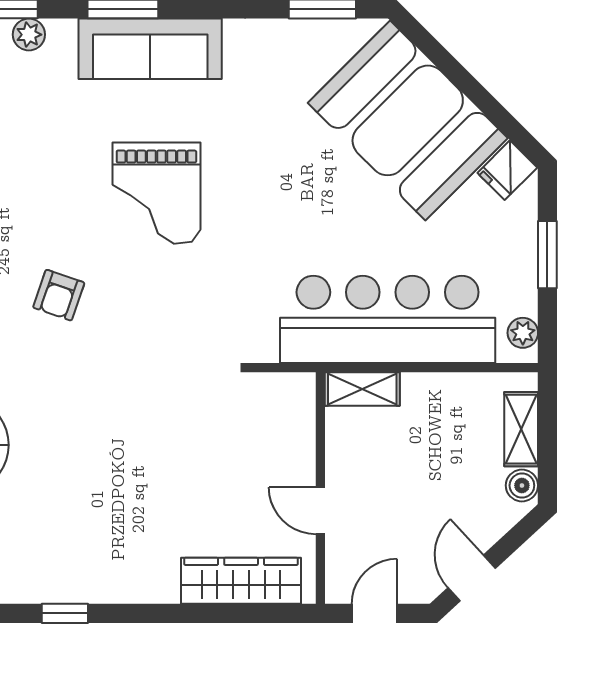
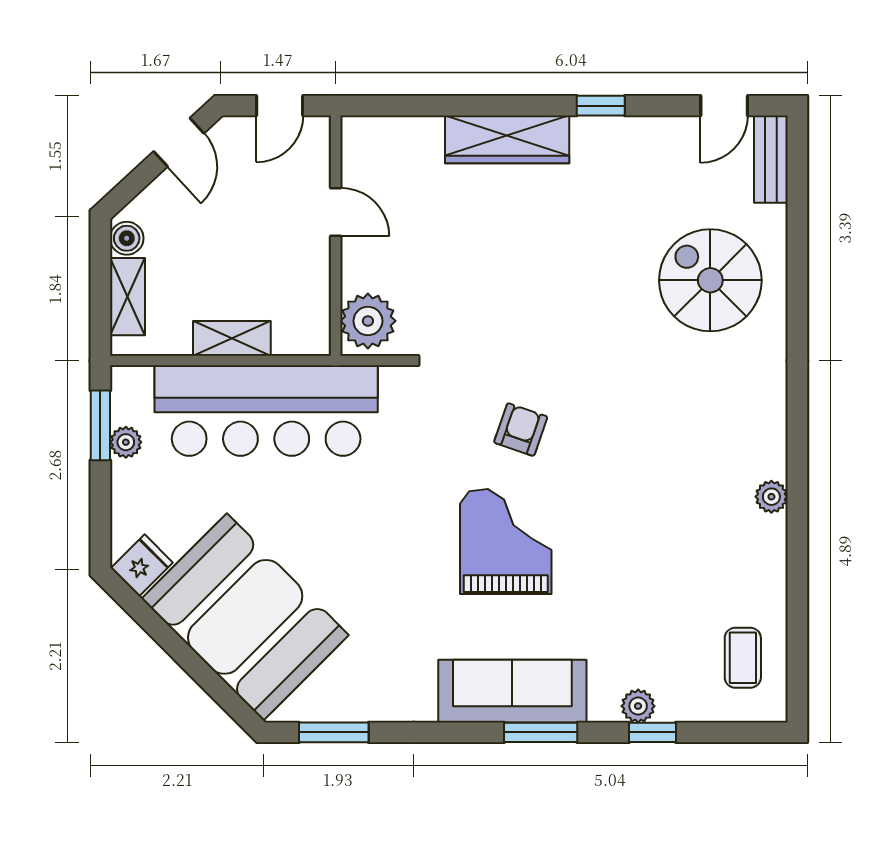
window: (547, 255) -> (100, 425), moved
armchair: (59, 295) -> (521, 430), moved
plant: (523, 333) -> (126, 442), moved
shelving: (362, 389) -> (232, 338), moved
plant: (289, 406) -> (368, 321), added
wardrobe: (241, 581) -> (507, 139), moved

